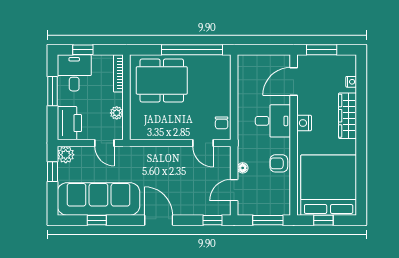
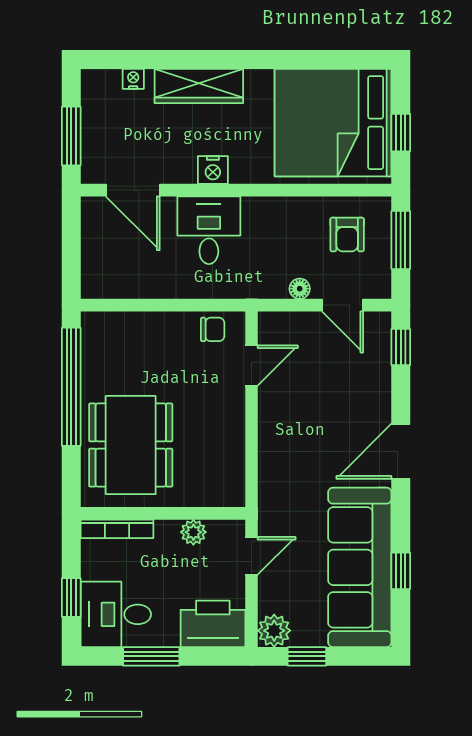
armchair: (279, 163) -> (347, 235), moved

